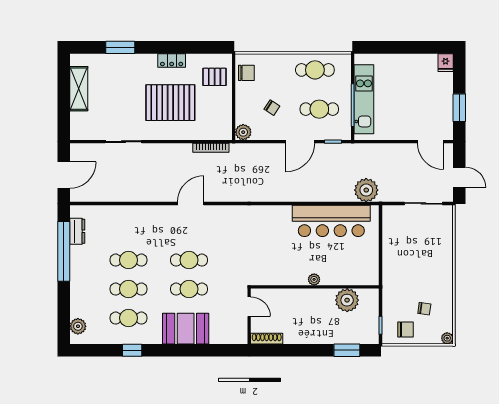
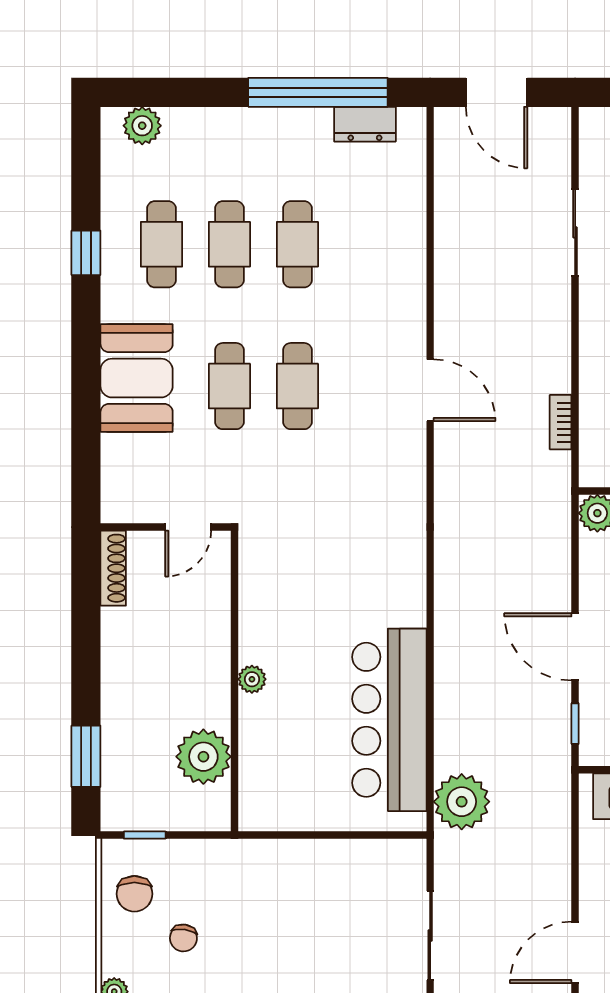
bookcase: (211, 148) -> (561, 422), width x0.64

